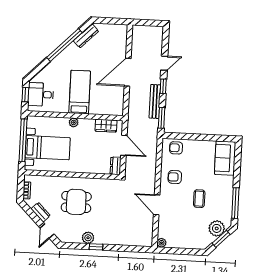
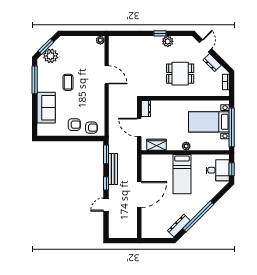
sofa: (225, 158) -> (46, 108), moved
armchair: (175, 177) -> (74, 125), moved

